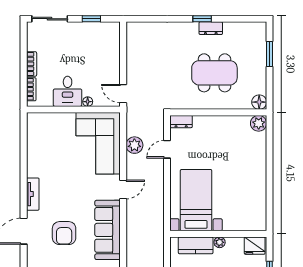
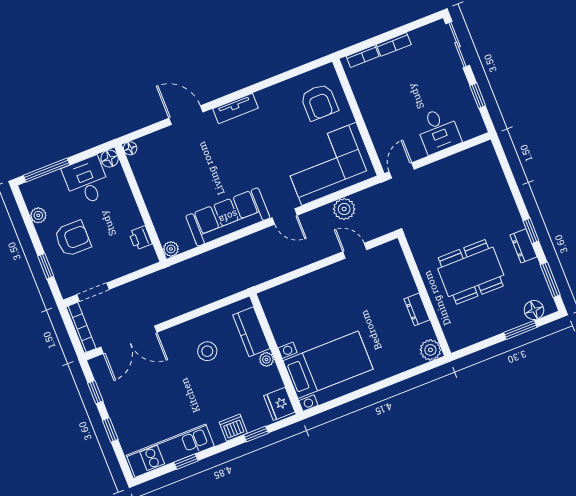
window: (242, 19) -> (550, 280), added
dining table: (214, 73) -> (471, 272), turned 90
desk: (68, 91) -> (438, 131), moved, turned -90
floor lamp: (88, 102) -> (375, 131), removed
floor lamp: (259, 102) -> (534, 310), moved
dresser: (181, 122) -> (417, 309), moved
bed with nightstands: (196, 200) -> (328, 365), moved
armchair: (64, 233) -> (319, 102), moved, turned -90

